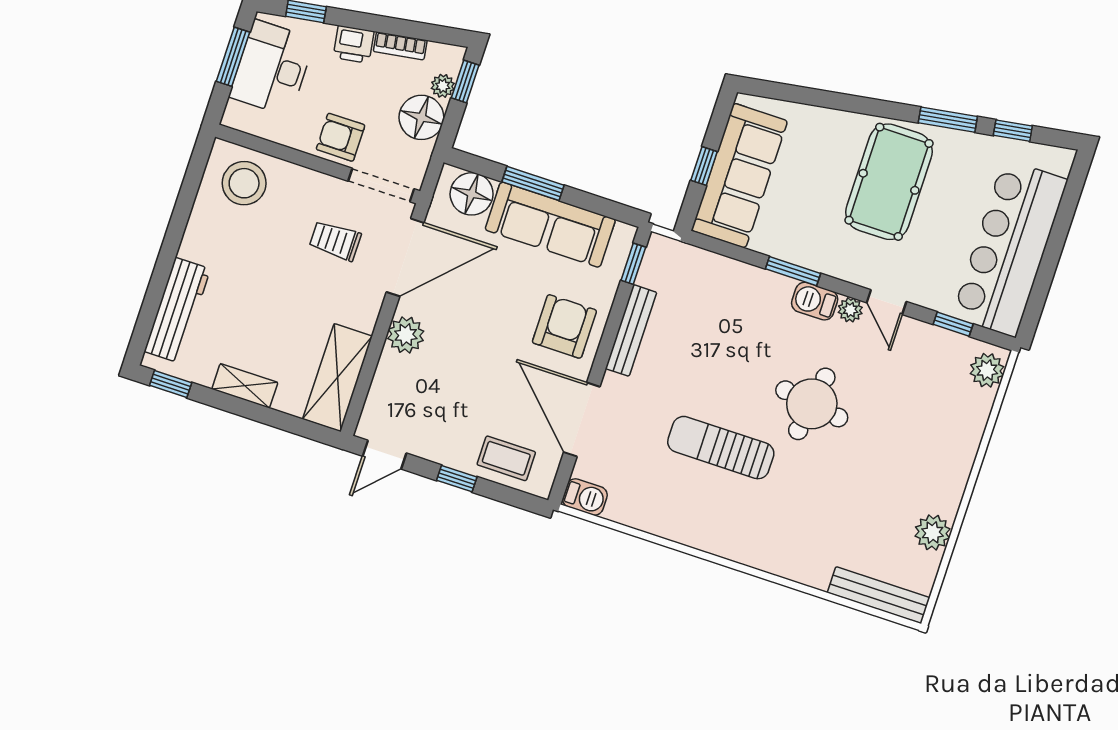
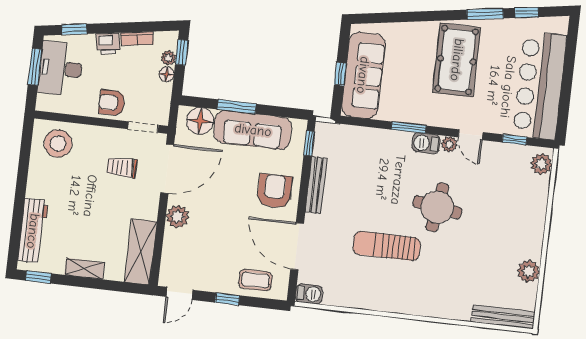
floor lamp: (421, 117) -> (167, 74), width x0.53, depth x0.53
doorway: (381, 185) -> (143, 127), width x0.73

